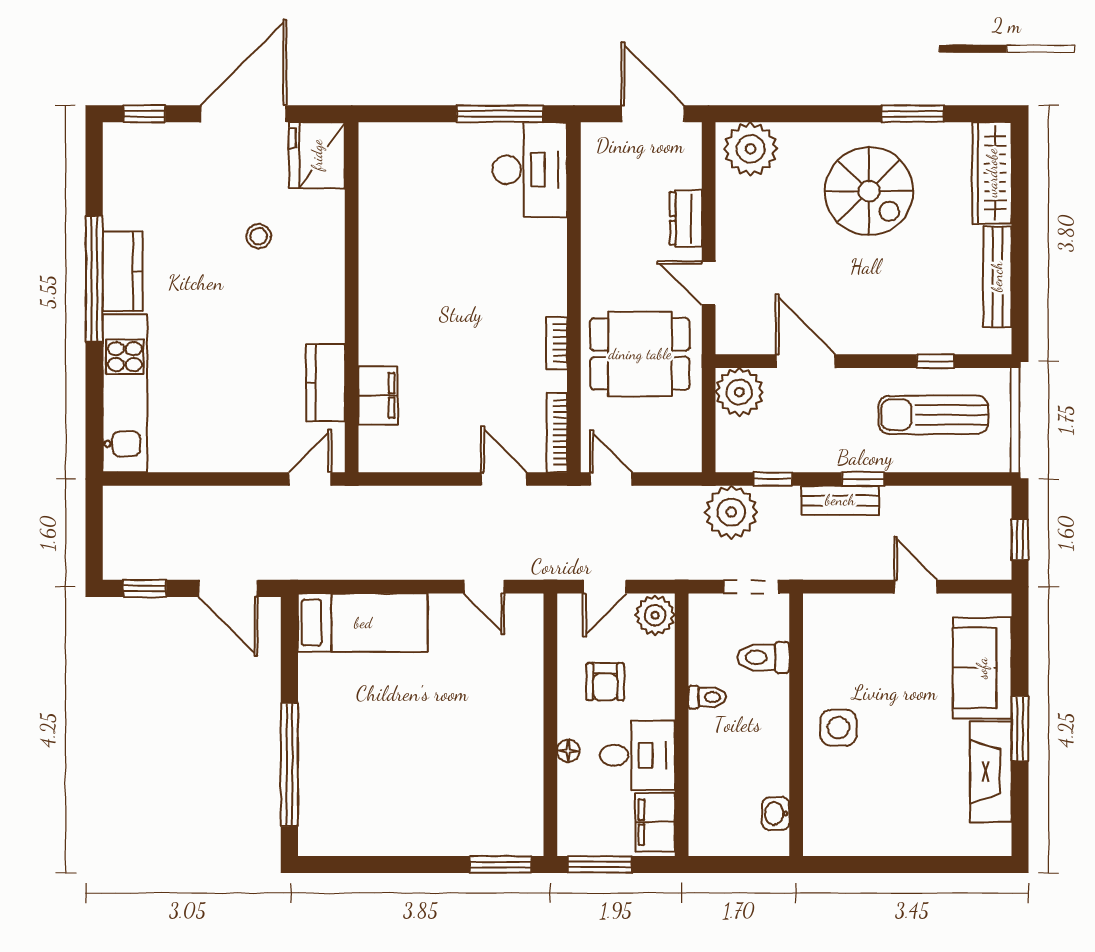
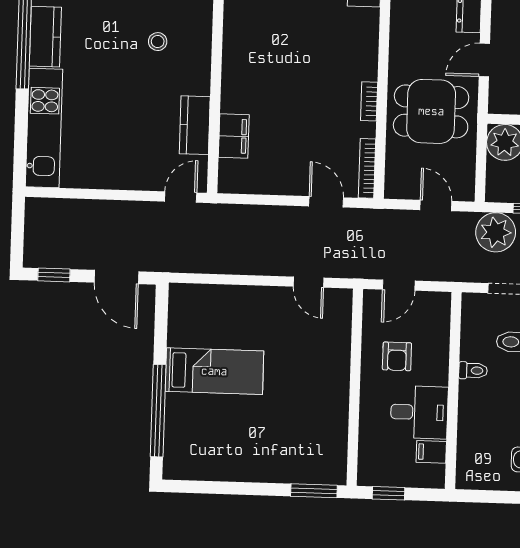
stool: (259, 236) -> (158, 42), moved
door: (709, 283) -> (484, 60), hinge flipped
door: (611, 479) -> (436, 205), moved
plant: (655, 615) -> (436, 308), removed
bed: (363, 623) -> (214, 371), moved
floor lamp: (568, 751) -> (368, 407), removed
filing cabinet: (655, 822) -> (431, 452), width x0.50
window: (600, 864) -> (389, 493), width x0.67

